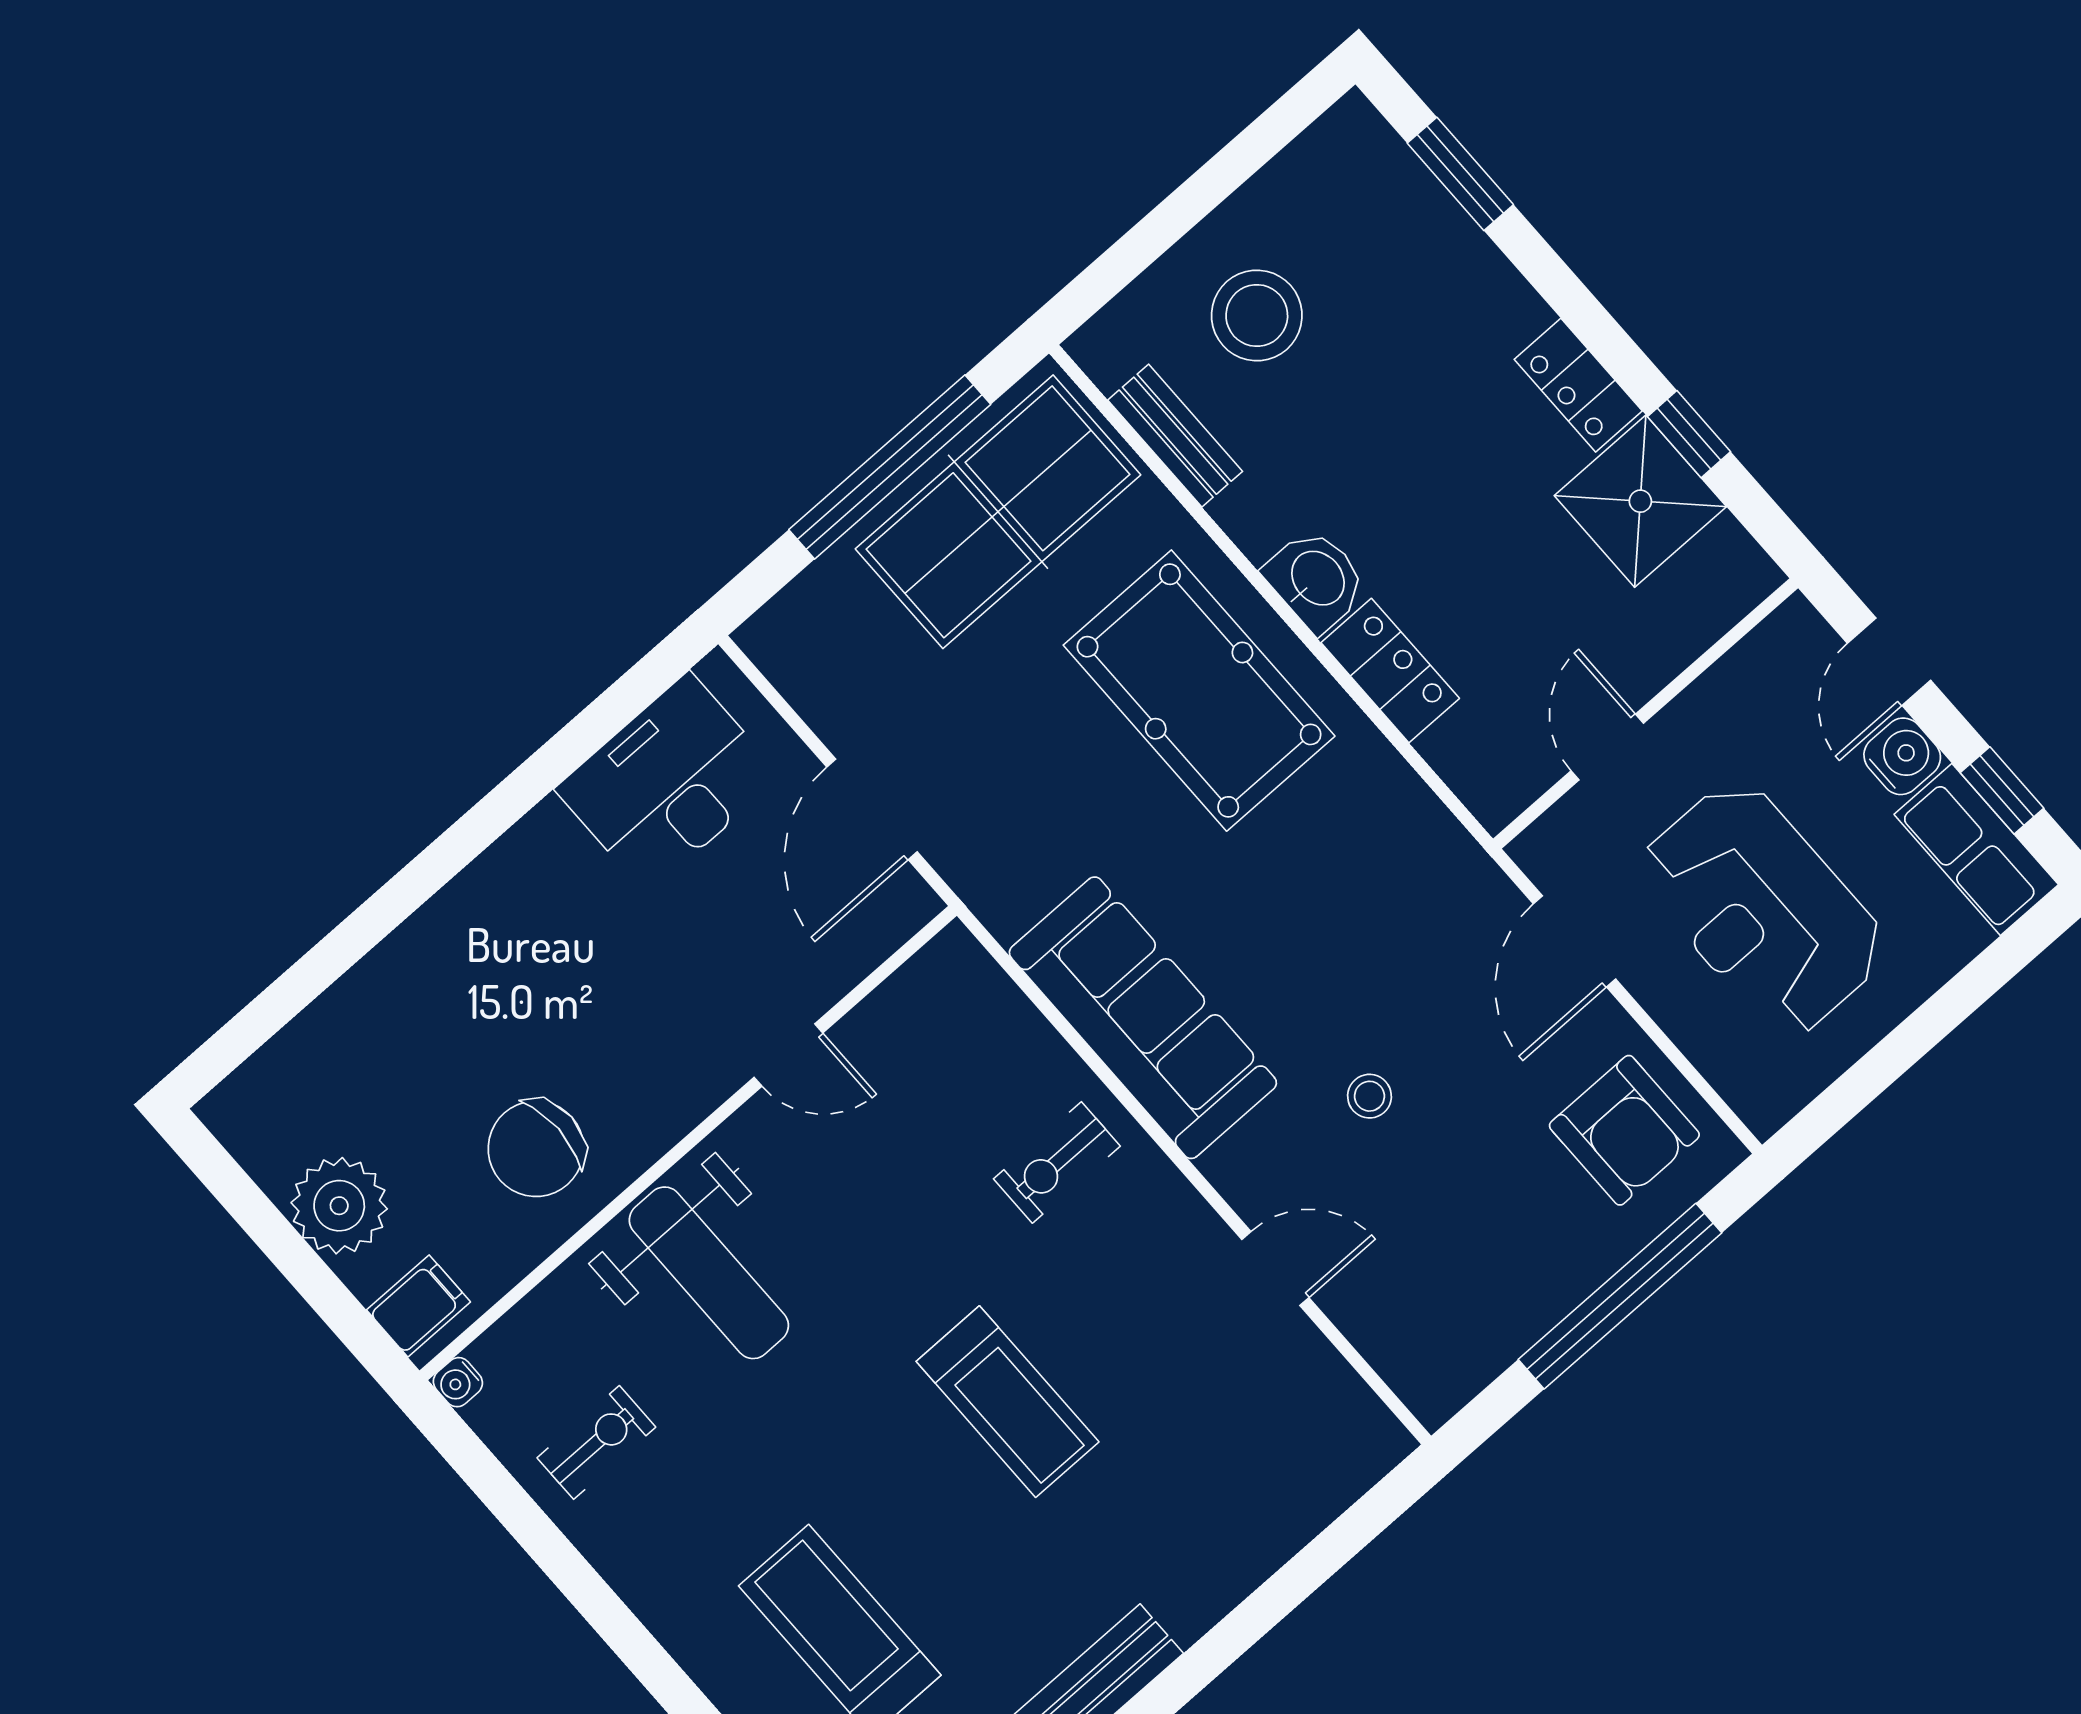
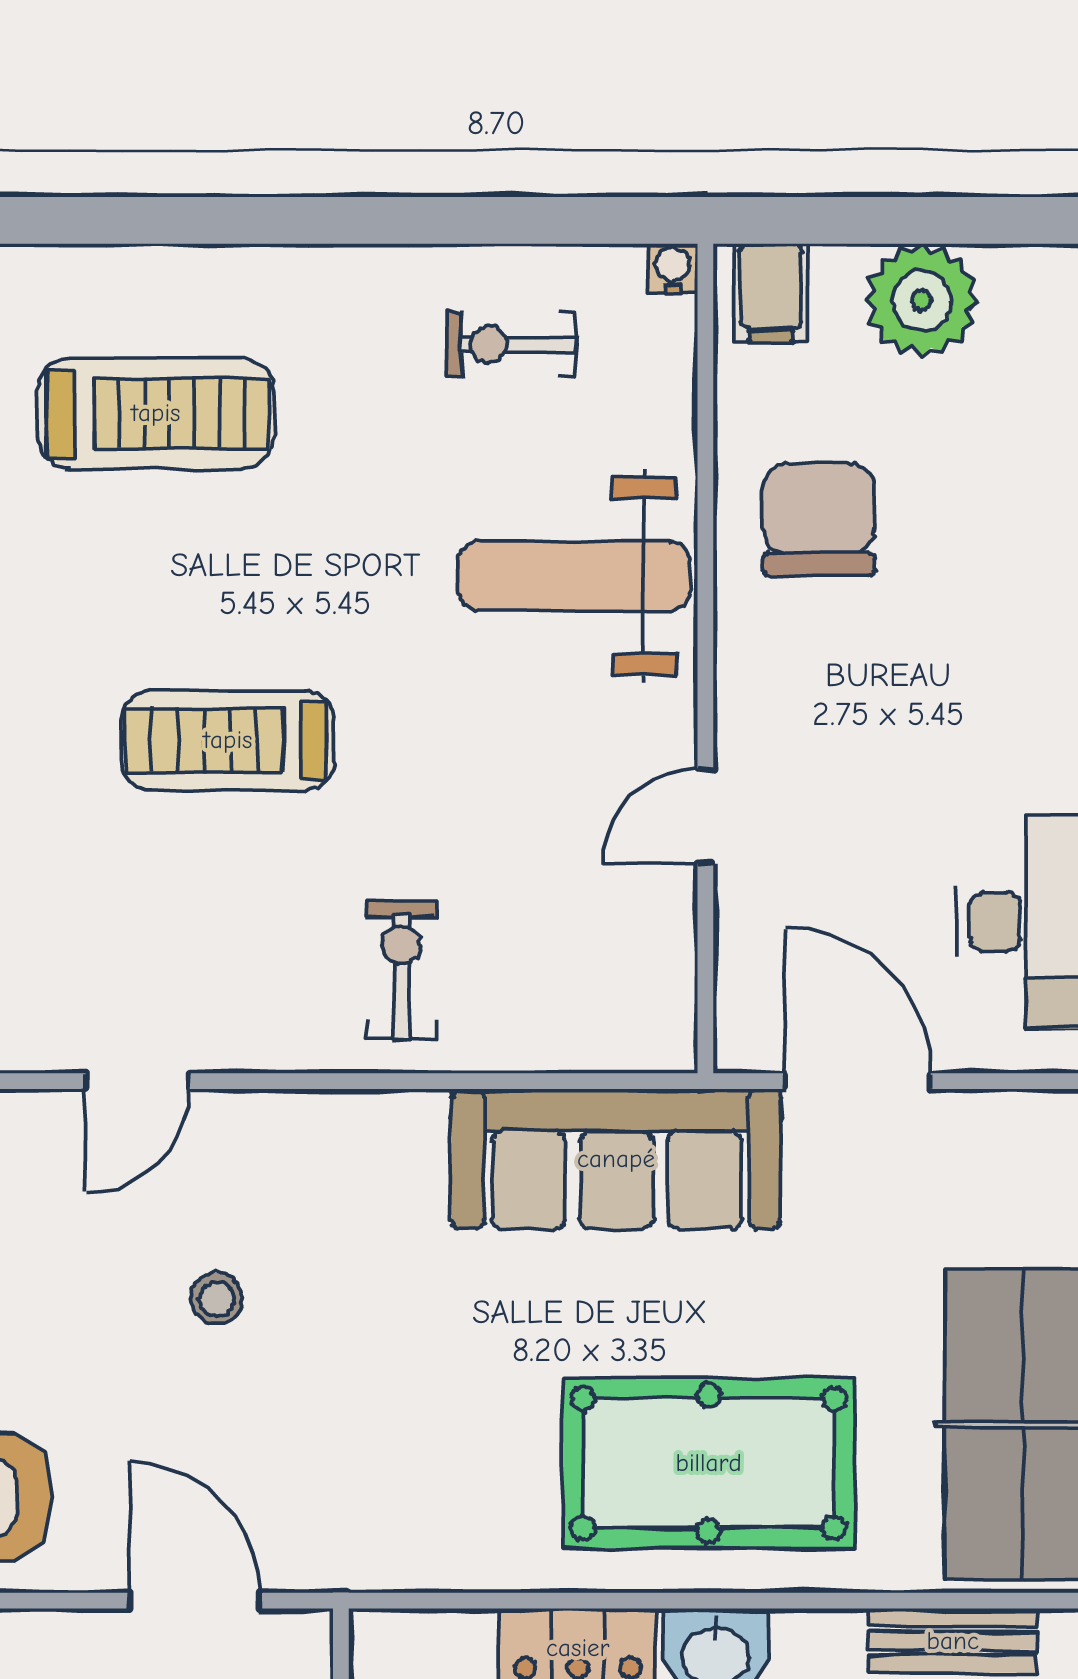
sofa: (1143, 1018) -> (616, 1159), moved
exercise bike: (596, 1442) -> (512, 344), turned 90

